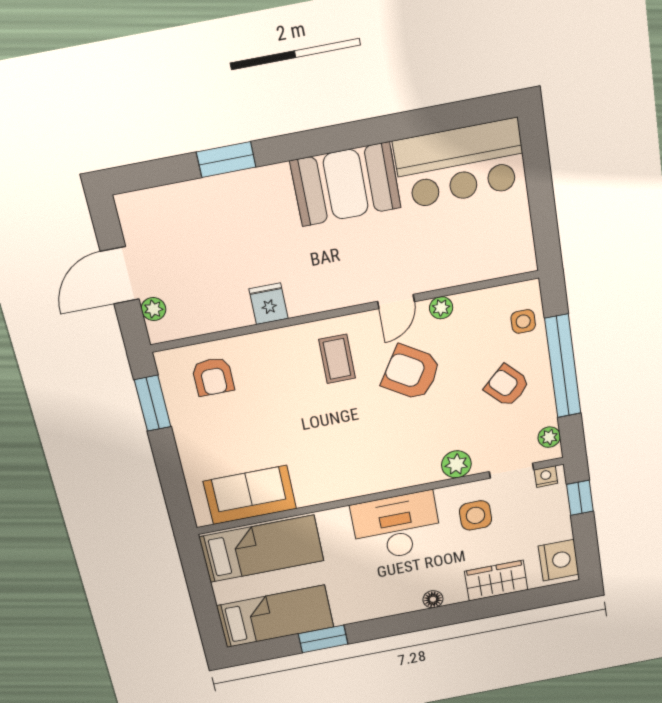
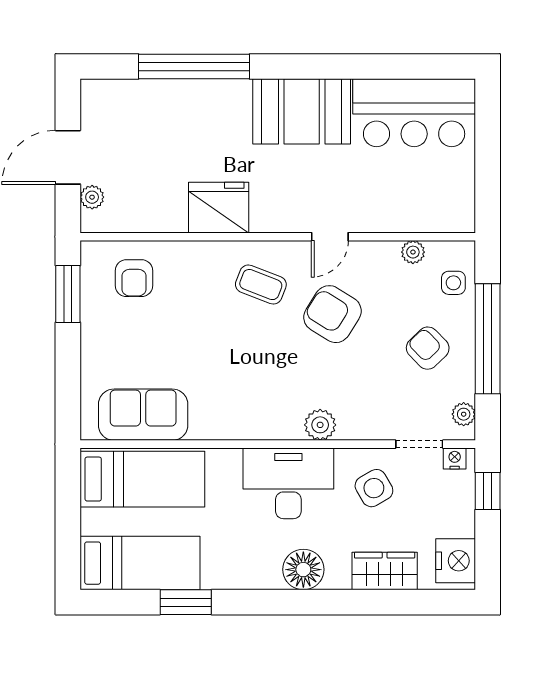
window: (226, 160) -> (194, 67), width x2.11
fridge: (269, 304) -> (219, 208), width x1.88, depth x1.34
plant: (441, 308) -> (413, 252), moved
coffee table: (337, 359) -> (261, 285), turned -69
plant: (456, 464) -> (320, 425), moved
side table: (476, 515) -> (374, 488), turned -30
floor lamp: (433, 599) -> (303, 570), width x1.89, depth x1.89

